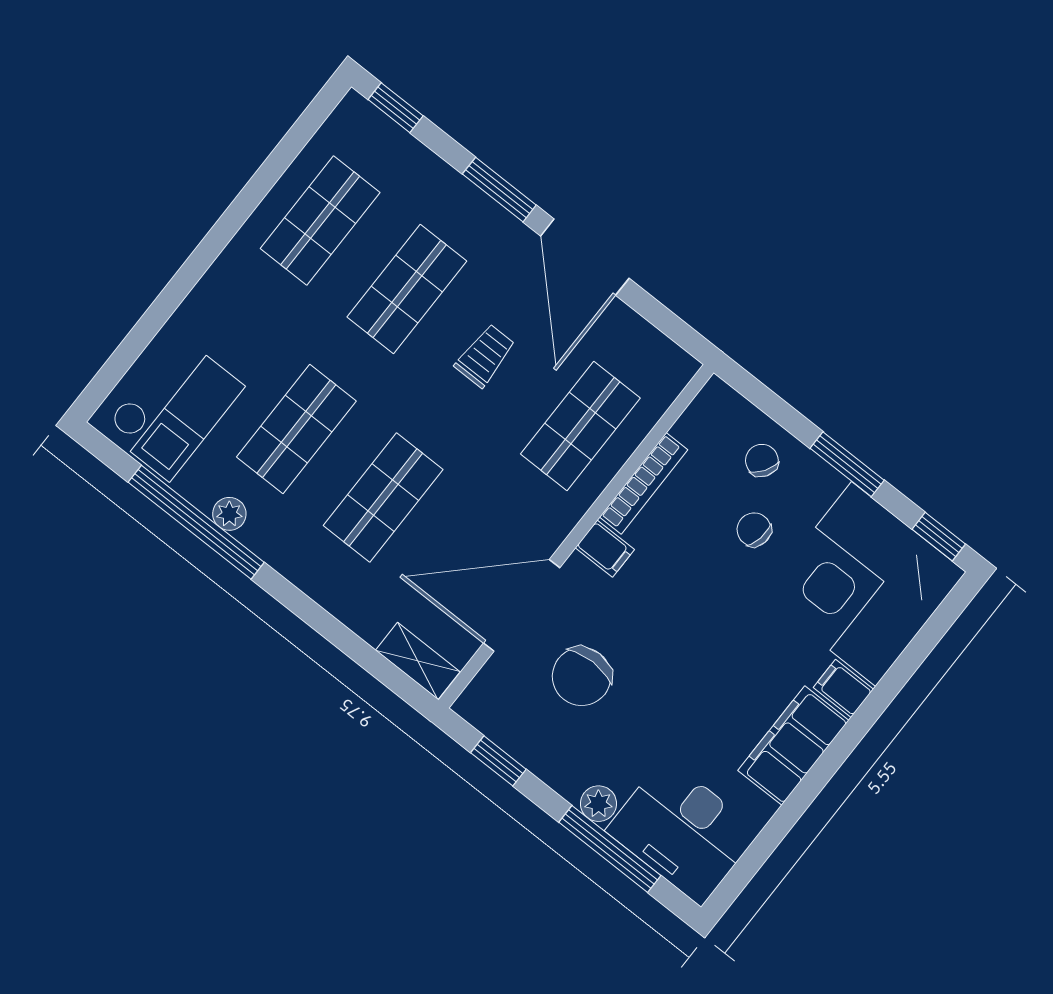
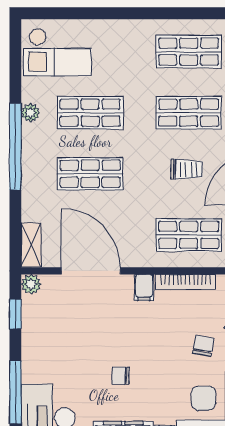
window: (196, 522) -> (15, 147), moved
chair: (582, 676) -> (121, 375), moved, width x0.54, depth x0.54
plant: (598, 804) -> (31, 284), moved

